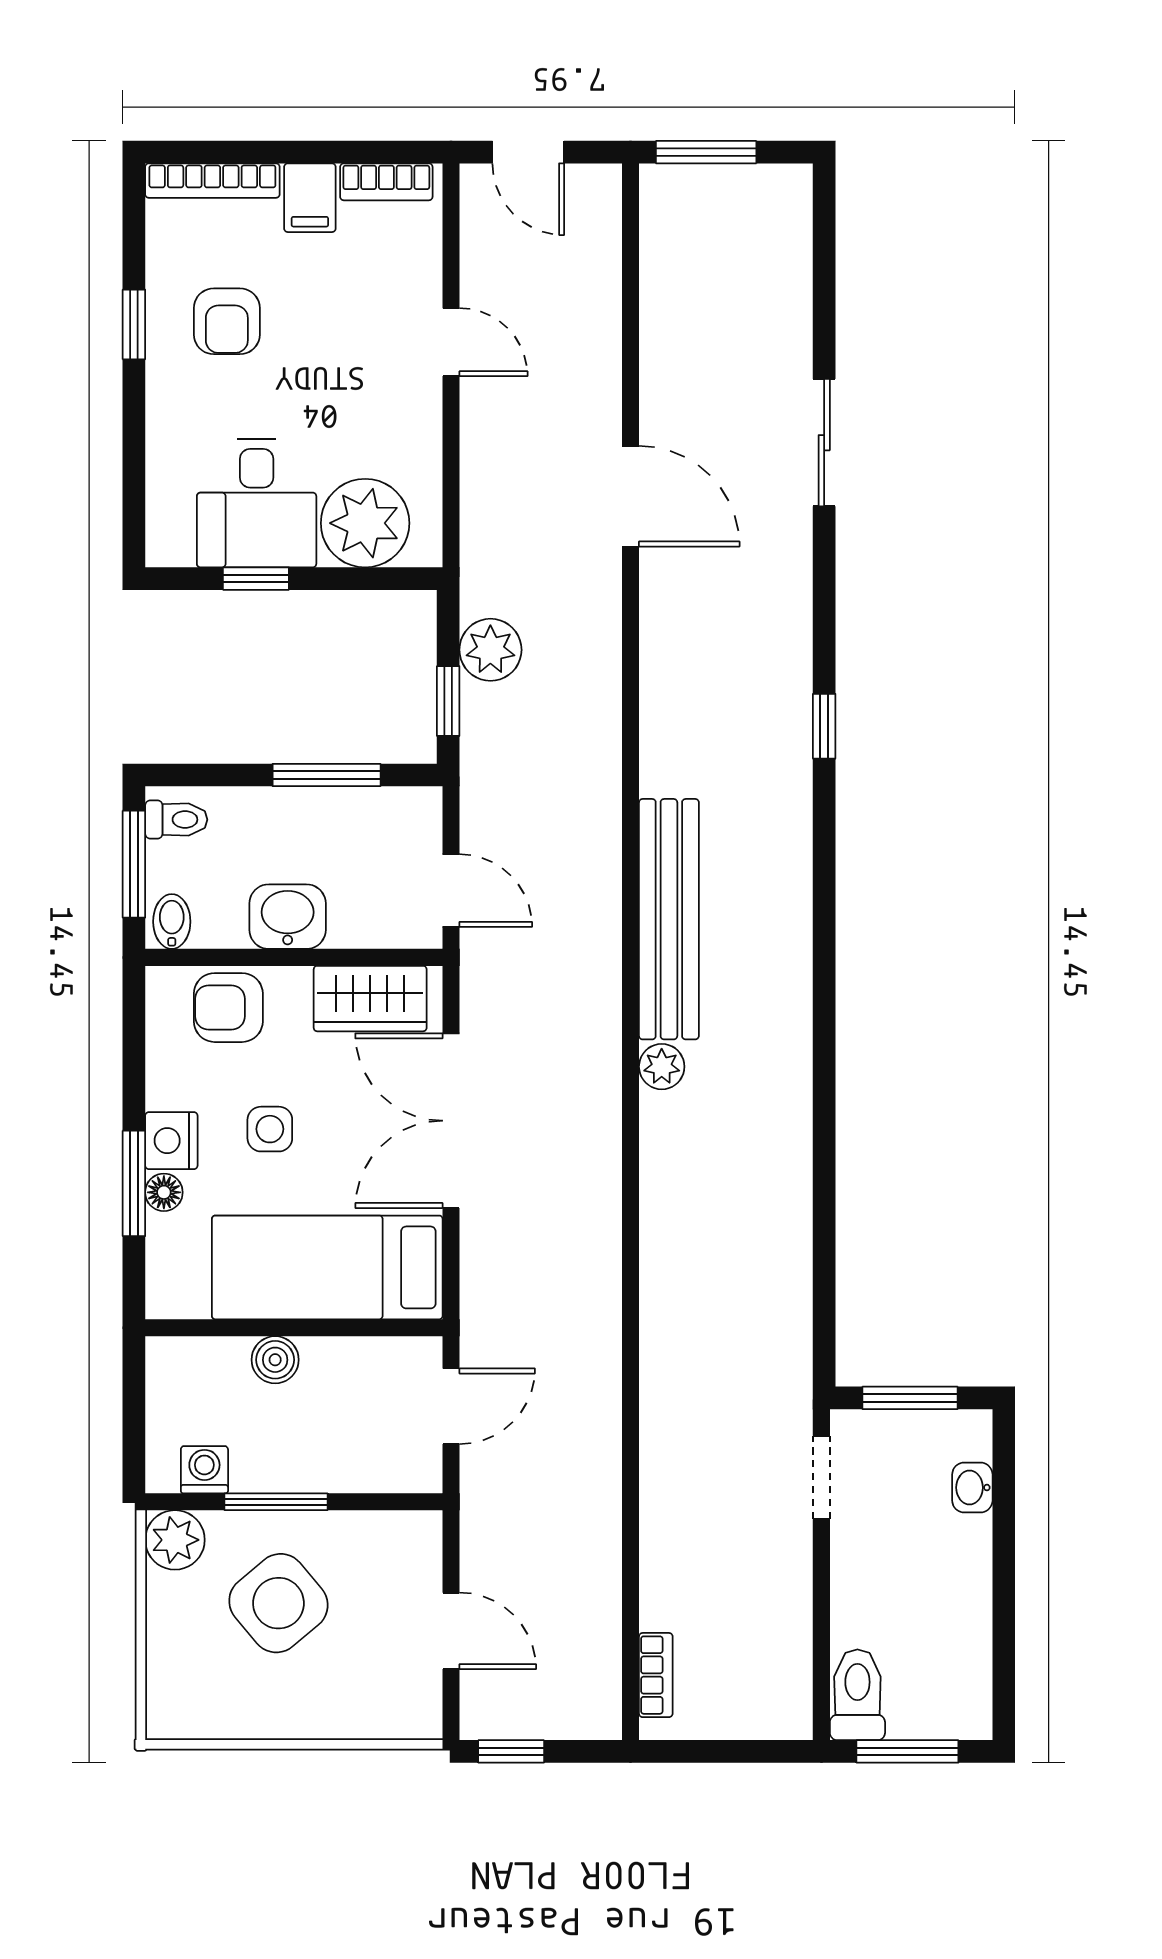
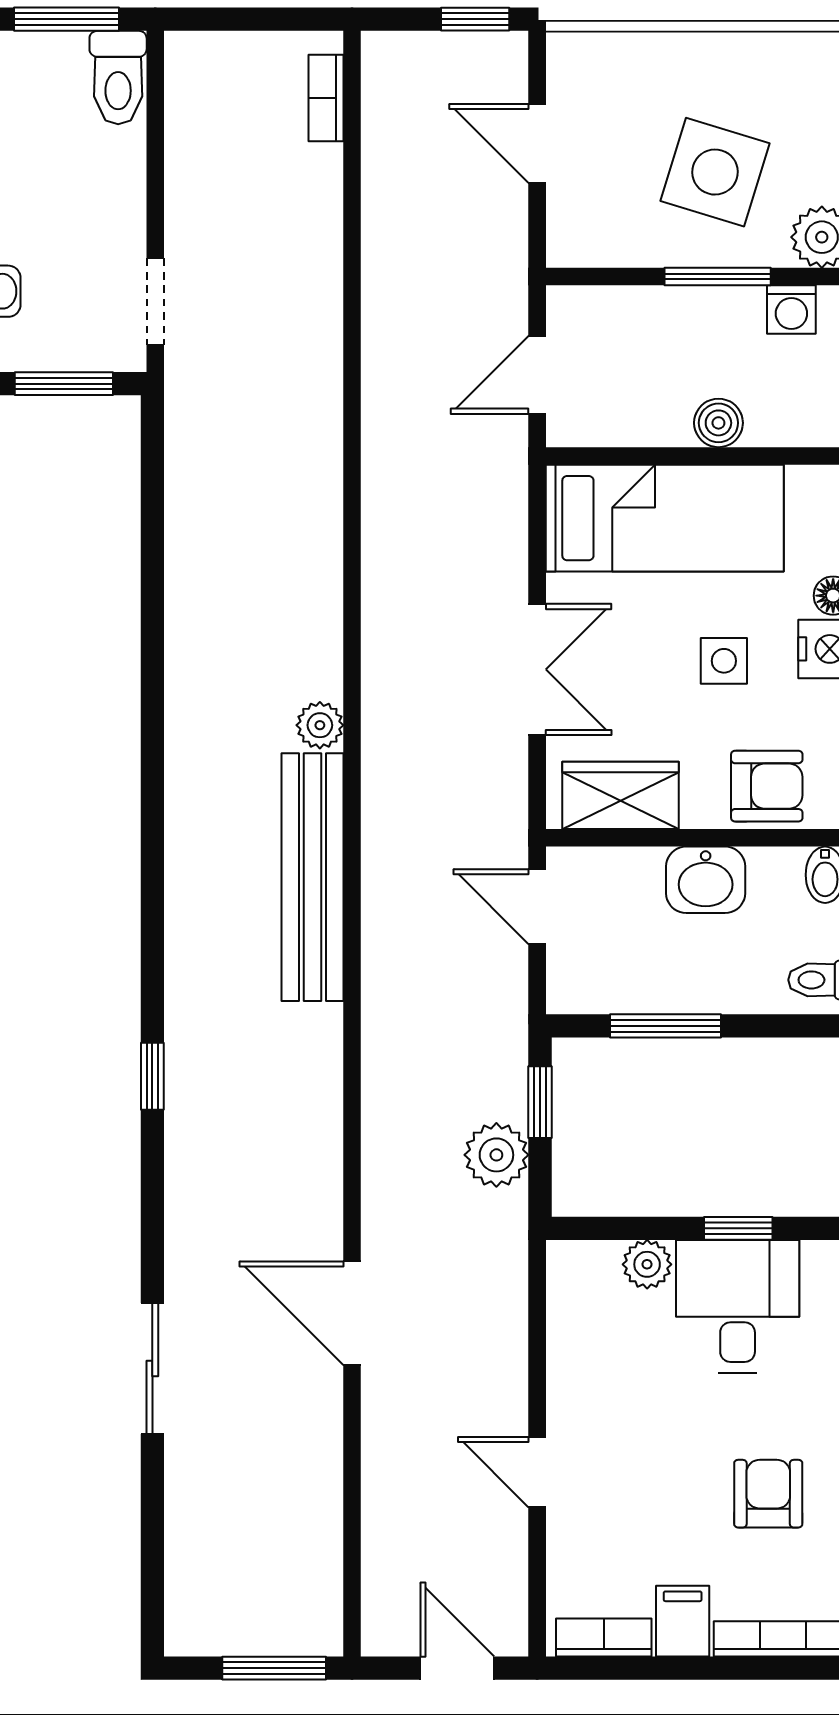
plant: (365, 523) -> (647, 1264), width x0.53, depth x0.53
double door: (451, 1121) -> (537, 669), width x0.73
side table: (278, 1603) -> (715, 172), turned -33

